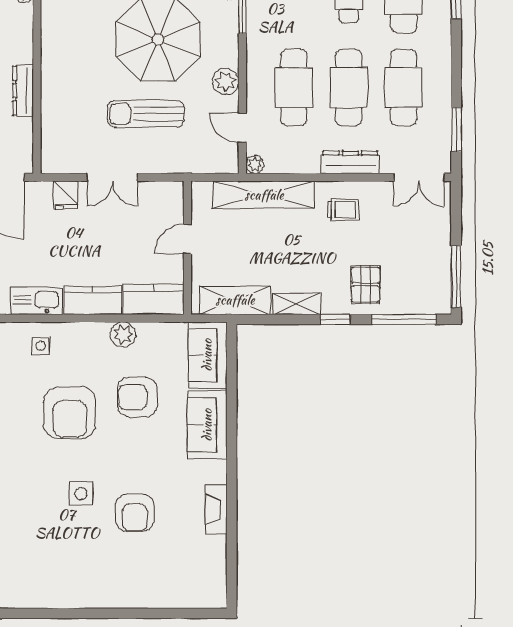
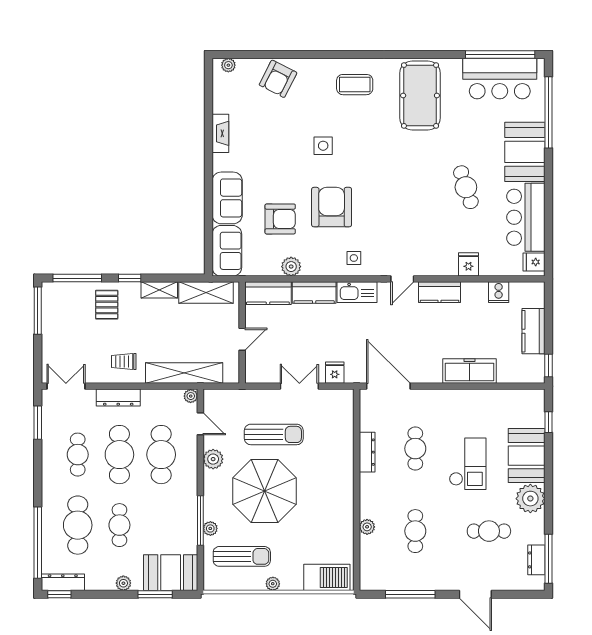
cafe table: (404, 87) -> (78, 455), width x0.73, depth x0.74
armchair: (135, 513) -> (278, 79), moved, turned -153
coffee table: (39, 574) -> (355, 85), added
plant: (205, 599) -> (228, 65), added

